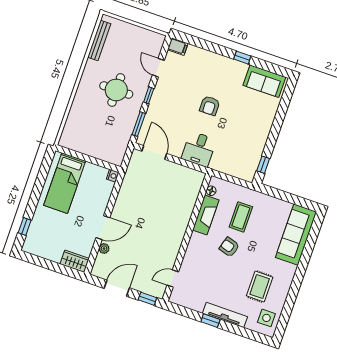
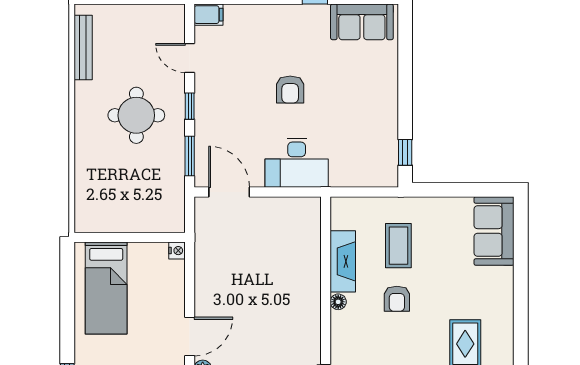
desk: (199, 149) -> (297, 163), width x1.37
floor lamp: (211, 191) -> (338, 302), moved
sofa: (296, 235) -> (494, 231), width x0.73
armchair: (229, 247) -> (397, 299), turned -107

